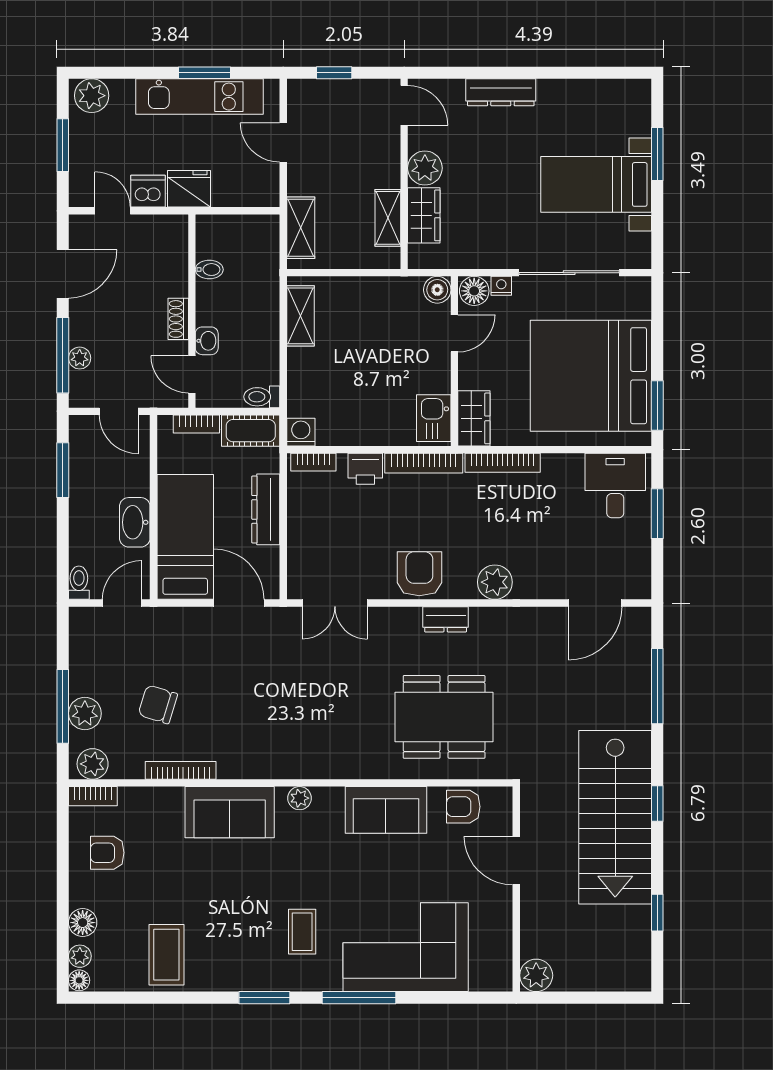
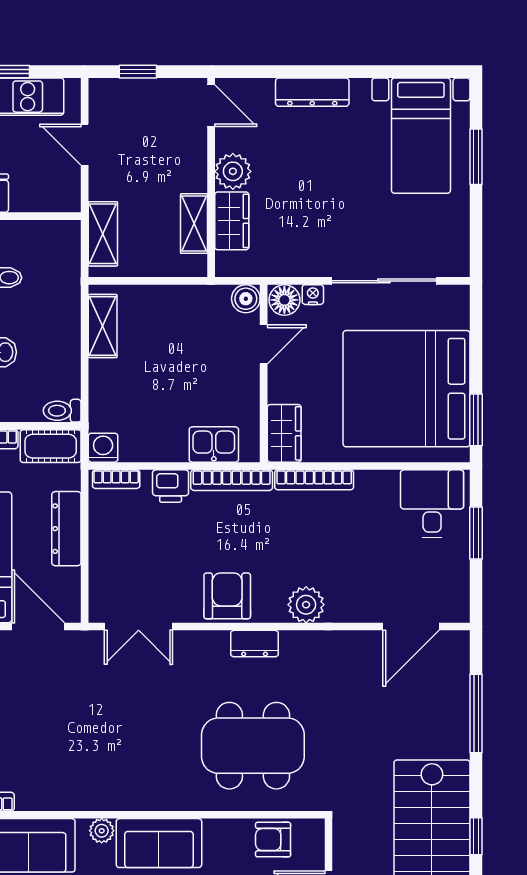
bed with nightstands: (596, 184) -> (421, 136), moved, turned -90
kitchen sink: (434, 418) -> (214, 445), moved, turned 90
sofa: (386, 810) -> (159, 843), moved

